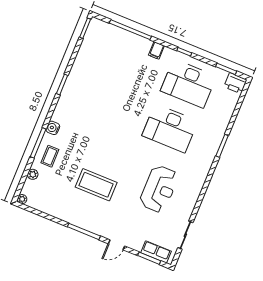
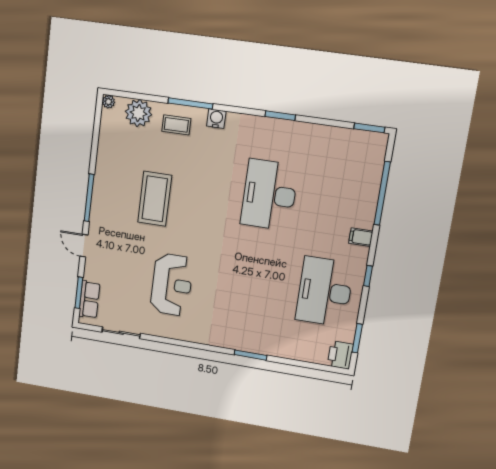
desk: (170, 128) -> (269, 195), moved
plant: (33, 174) -> (139, 113), width x1.87, depth x1.87
reception desk: (159, 189) -> (172, 285), turned -90

